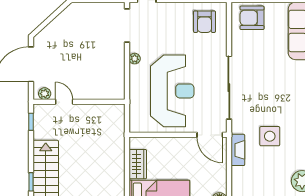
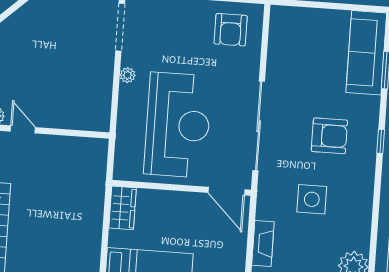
armchair: (252, 18) -> (329, 136), moved, turned 180
fireplace: (238, 150) -> (263, 244), moved
wardrobe: (138, 164) -> (123, 208), moved

